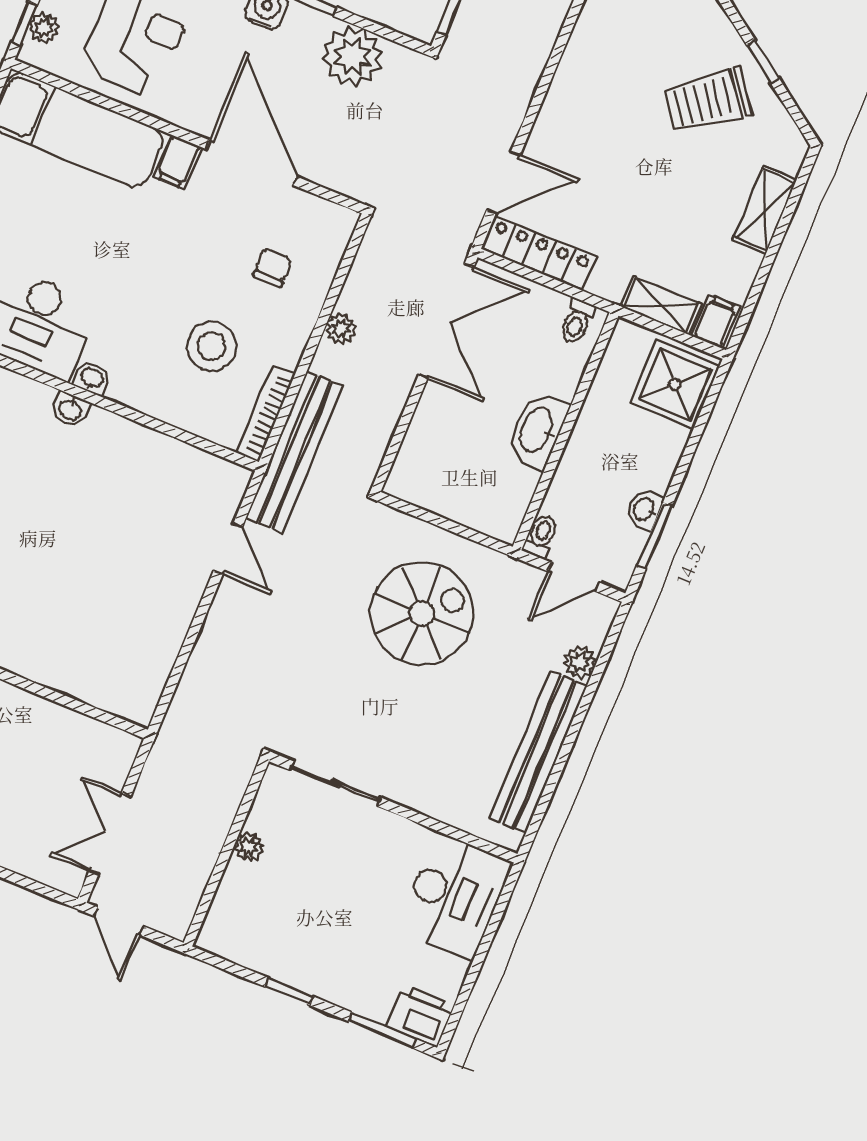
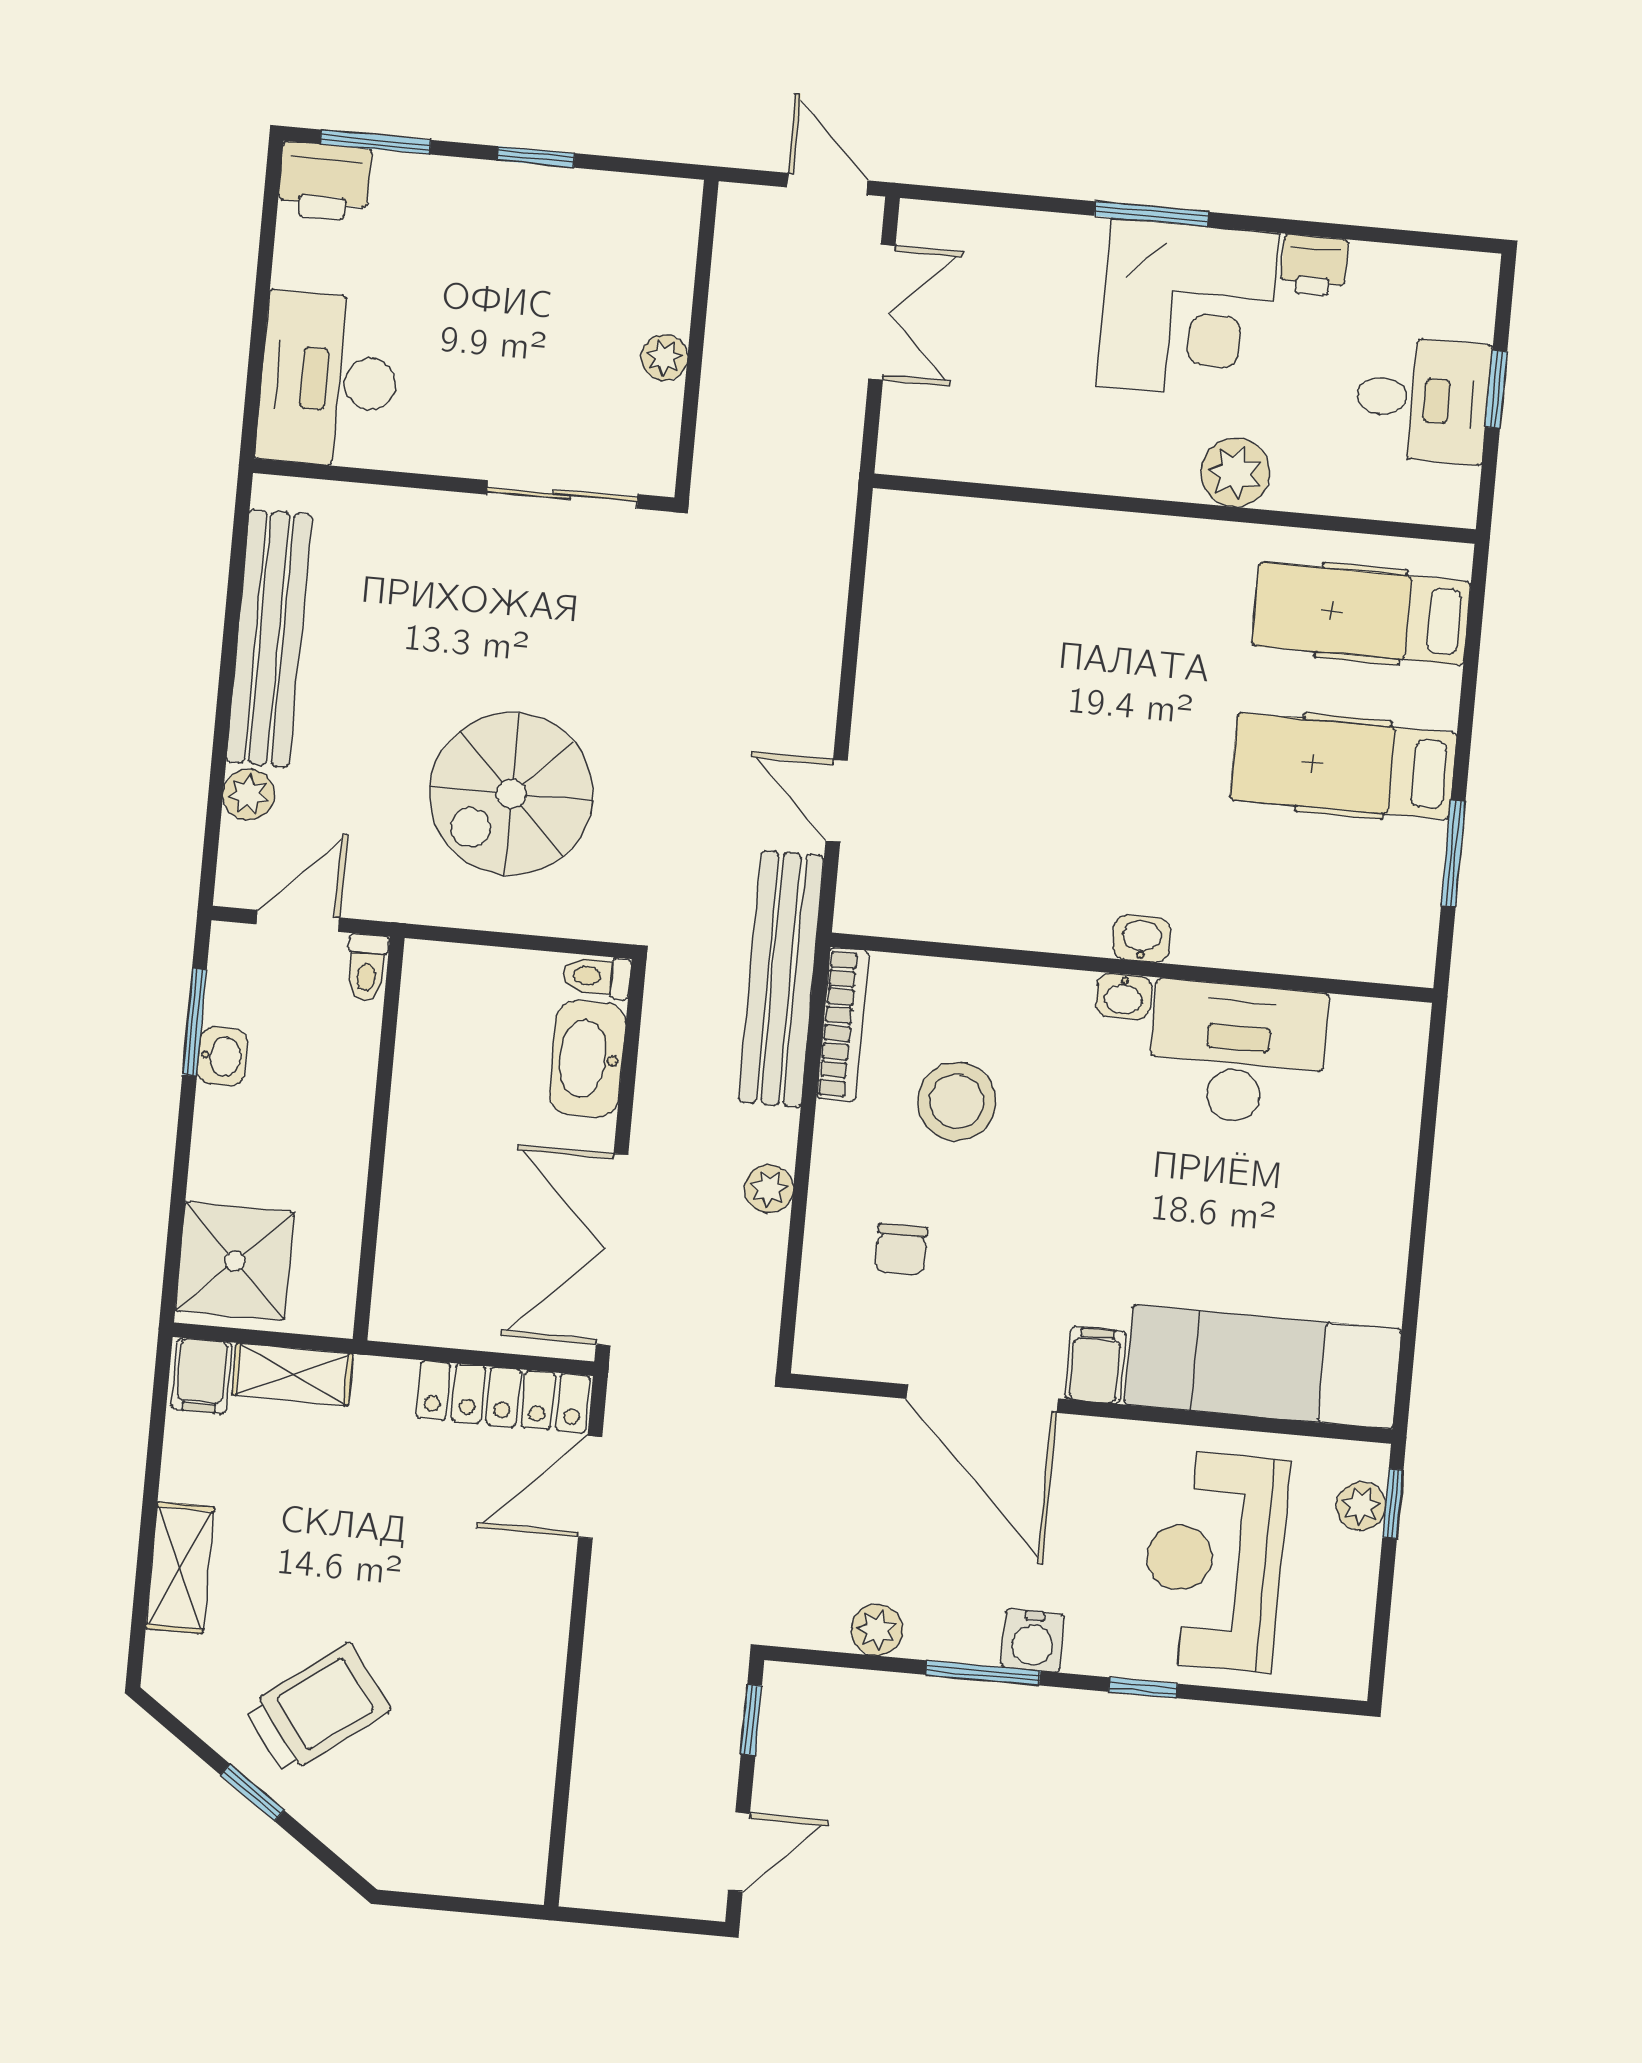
plant: (352, 57) -> (877, 1630), width x0.53, depth x0.53
toilet: (577, 321) -> (596, 977), moved, turned -90
washbasin: (537, 430) -> (587, 1059), moved, turned 180

